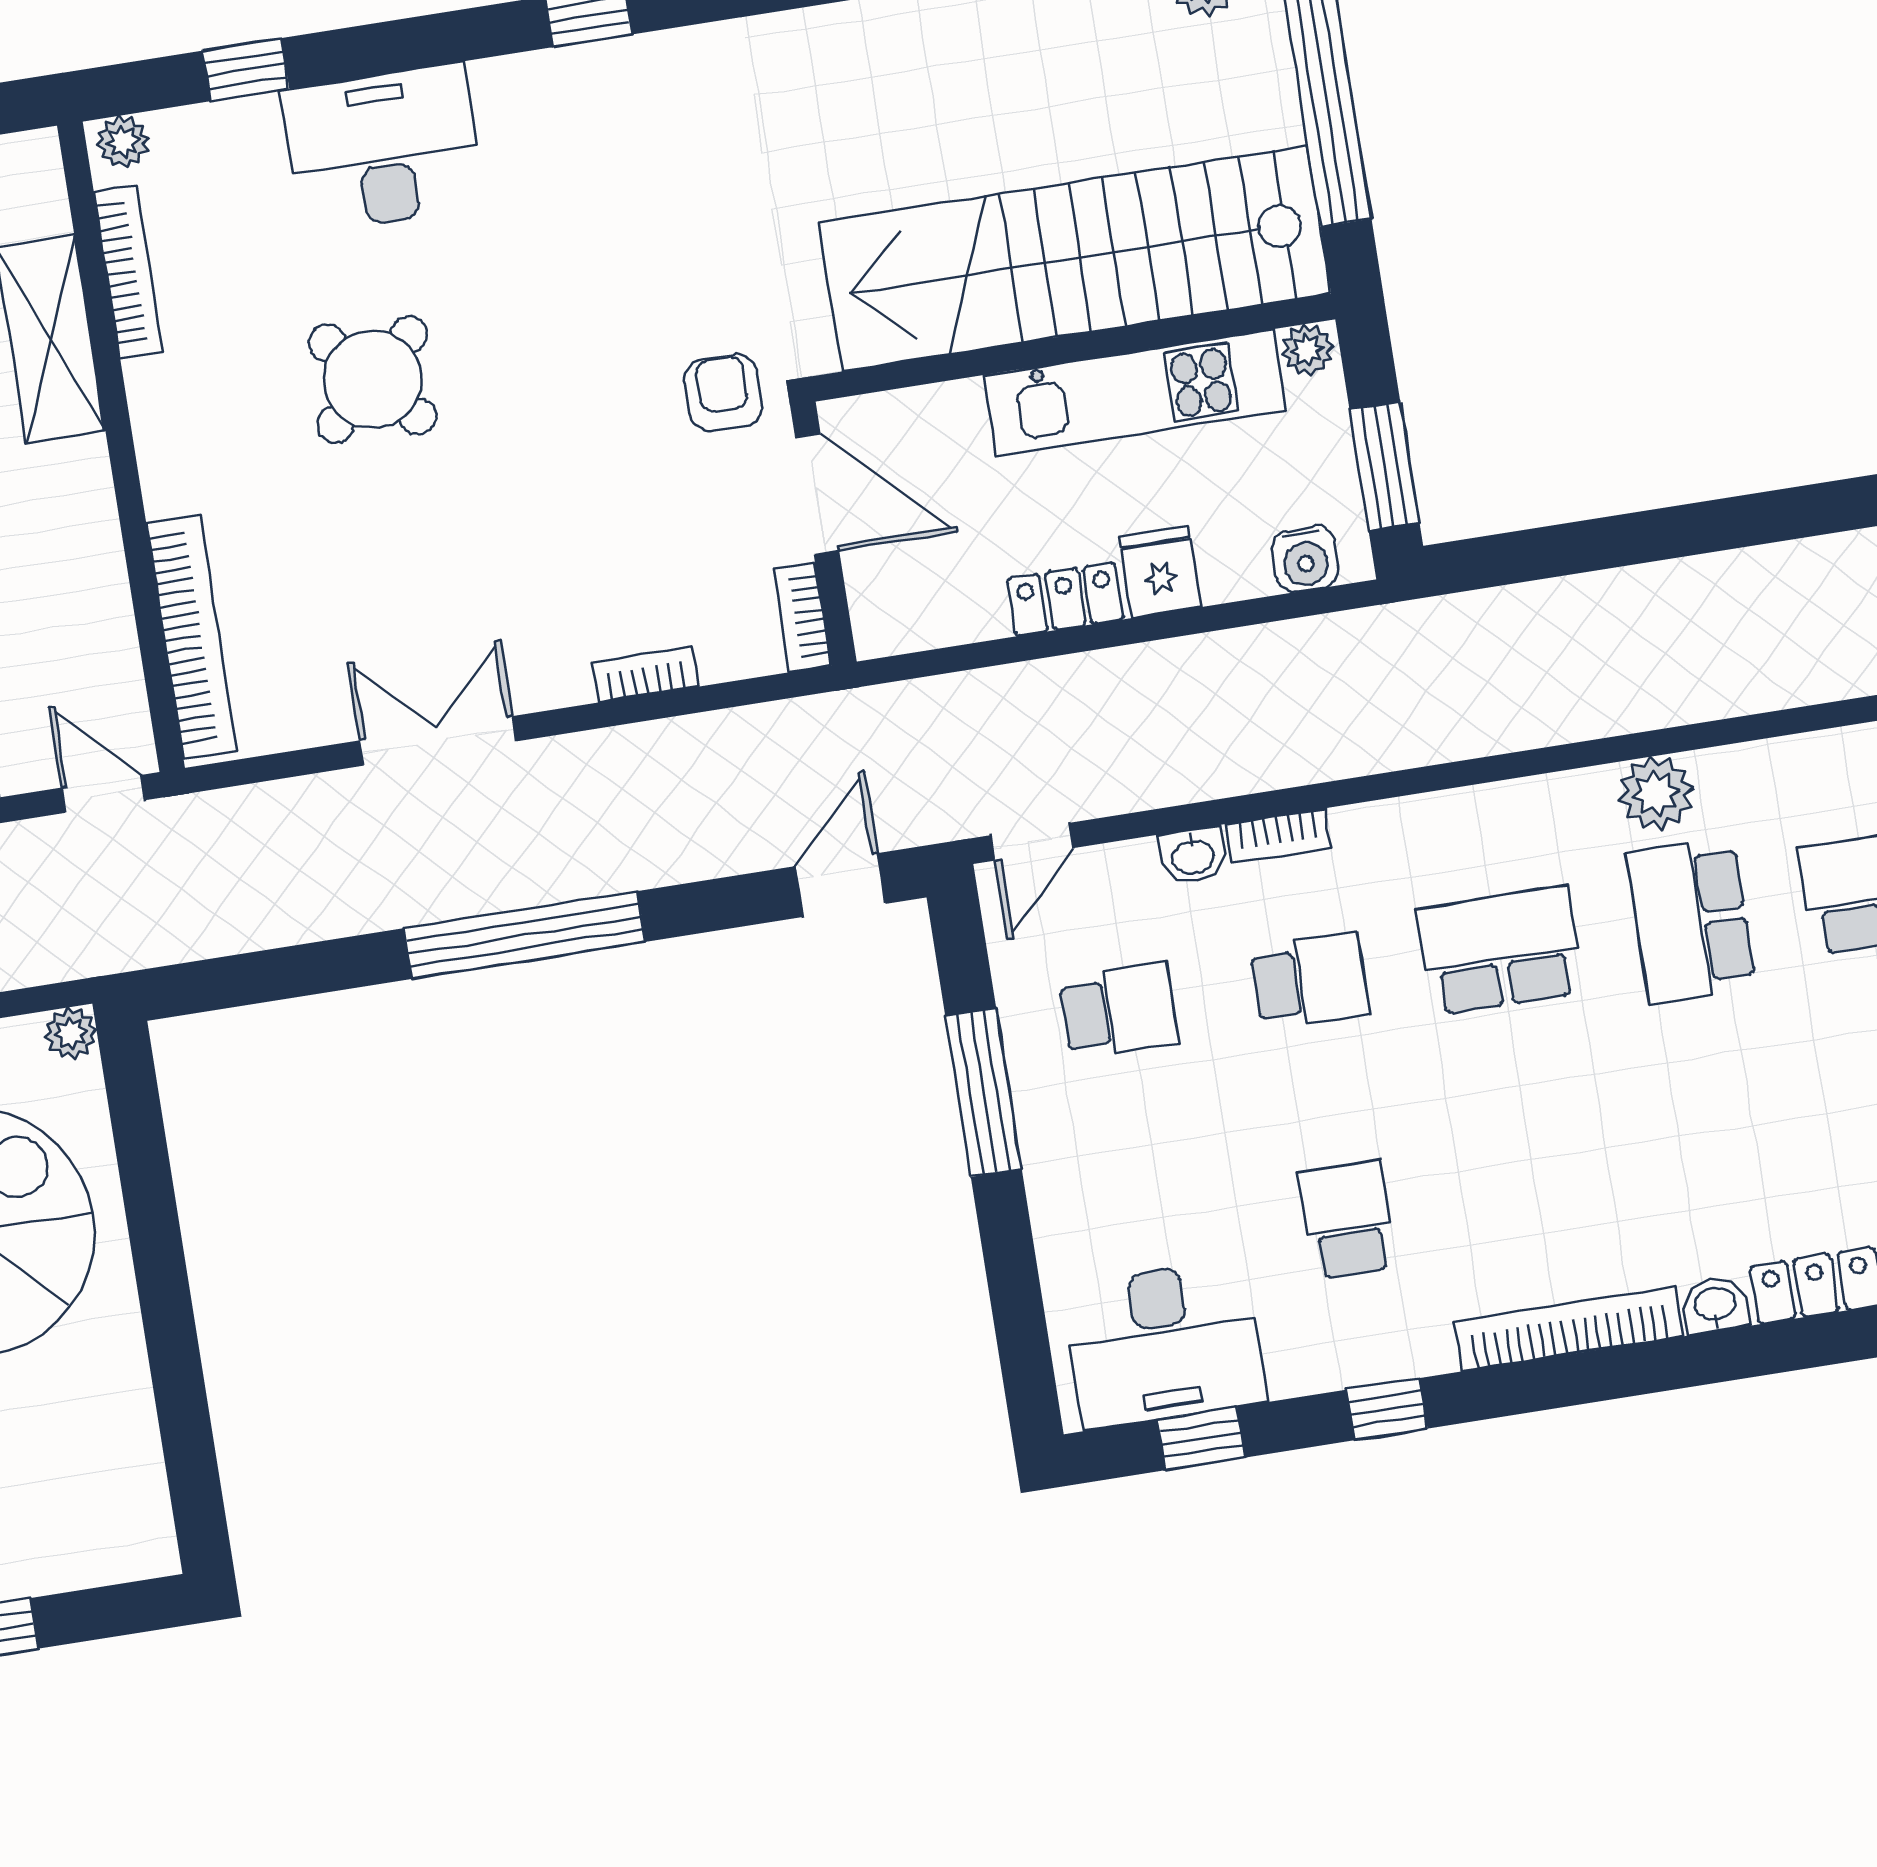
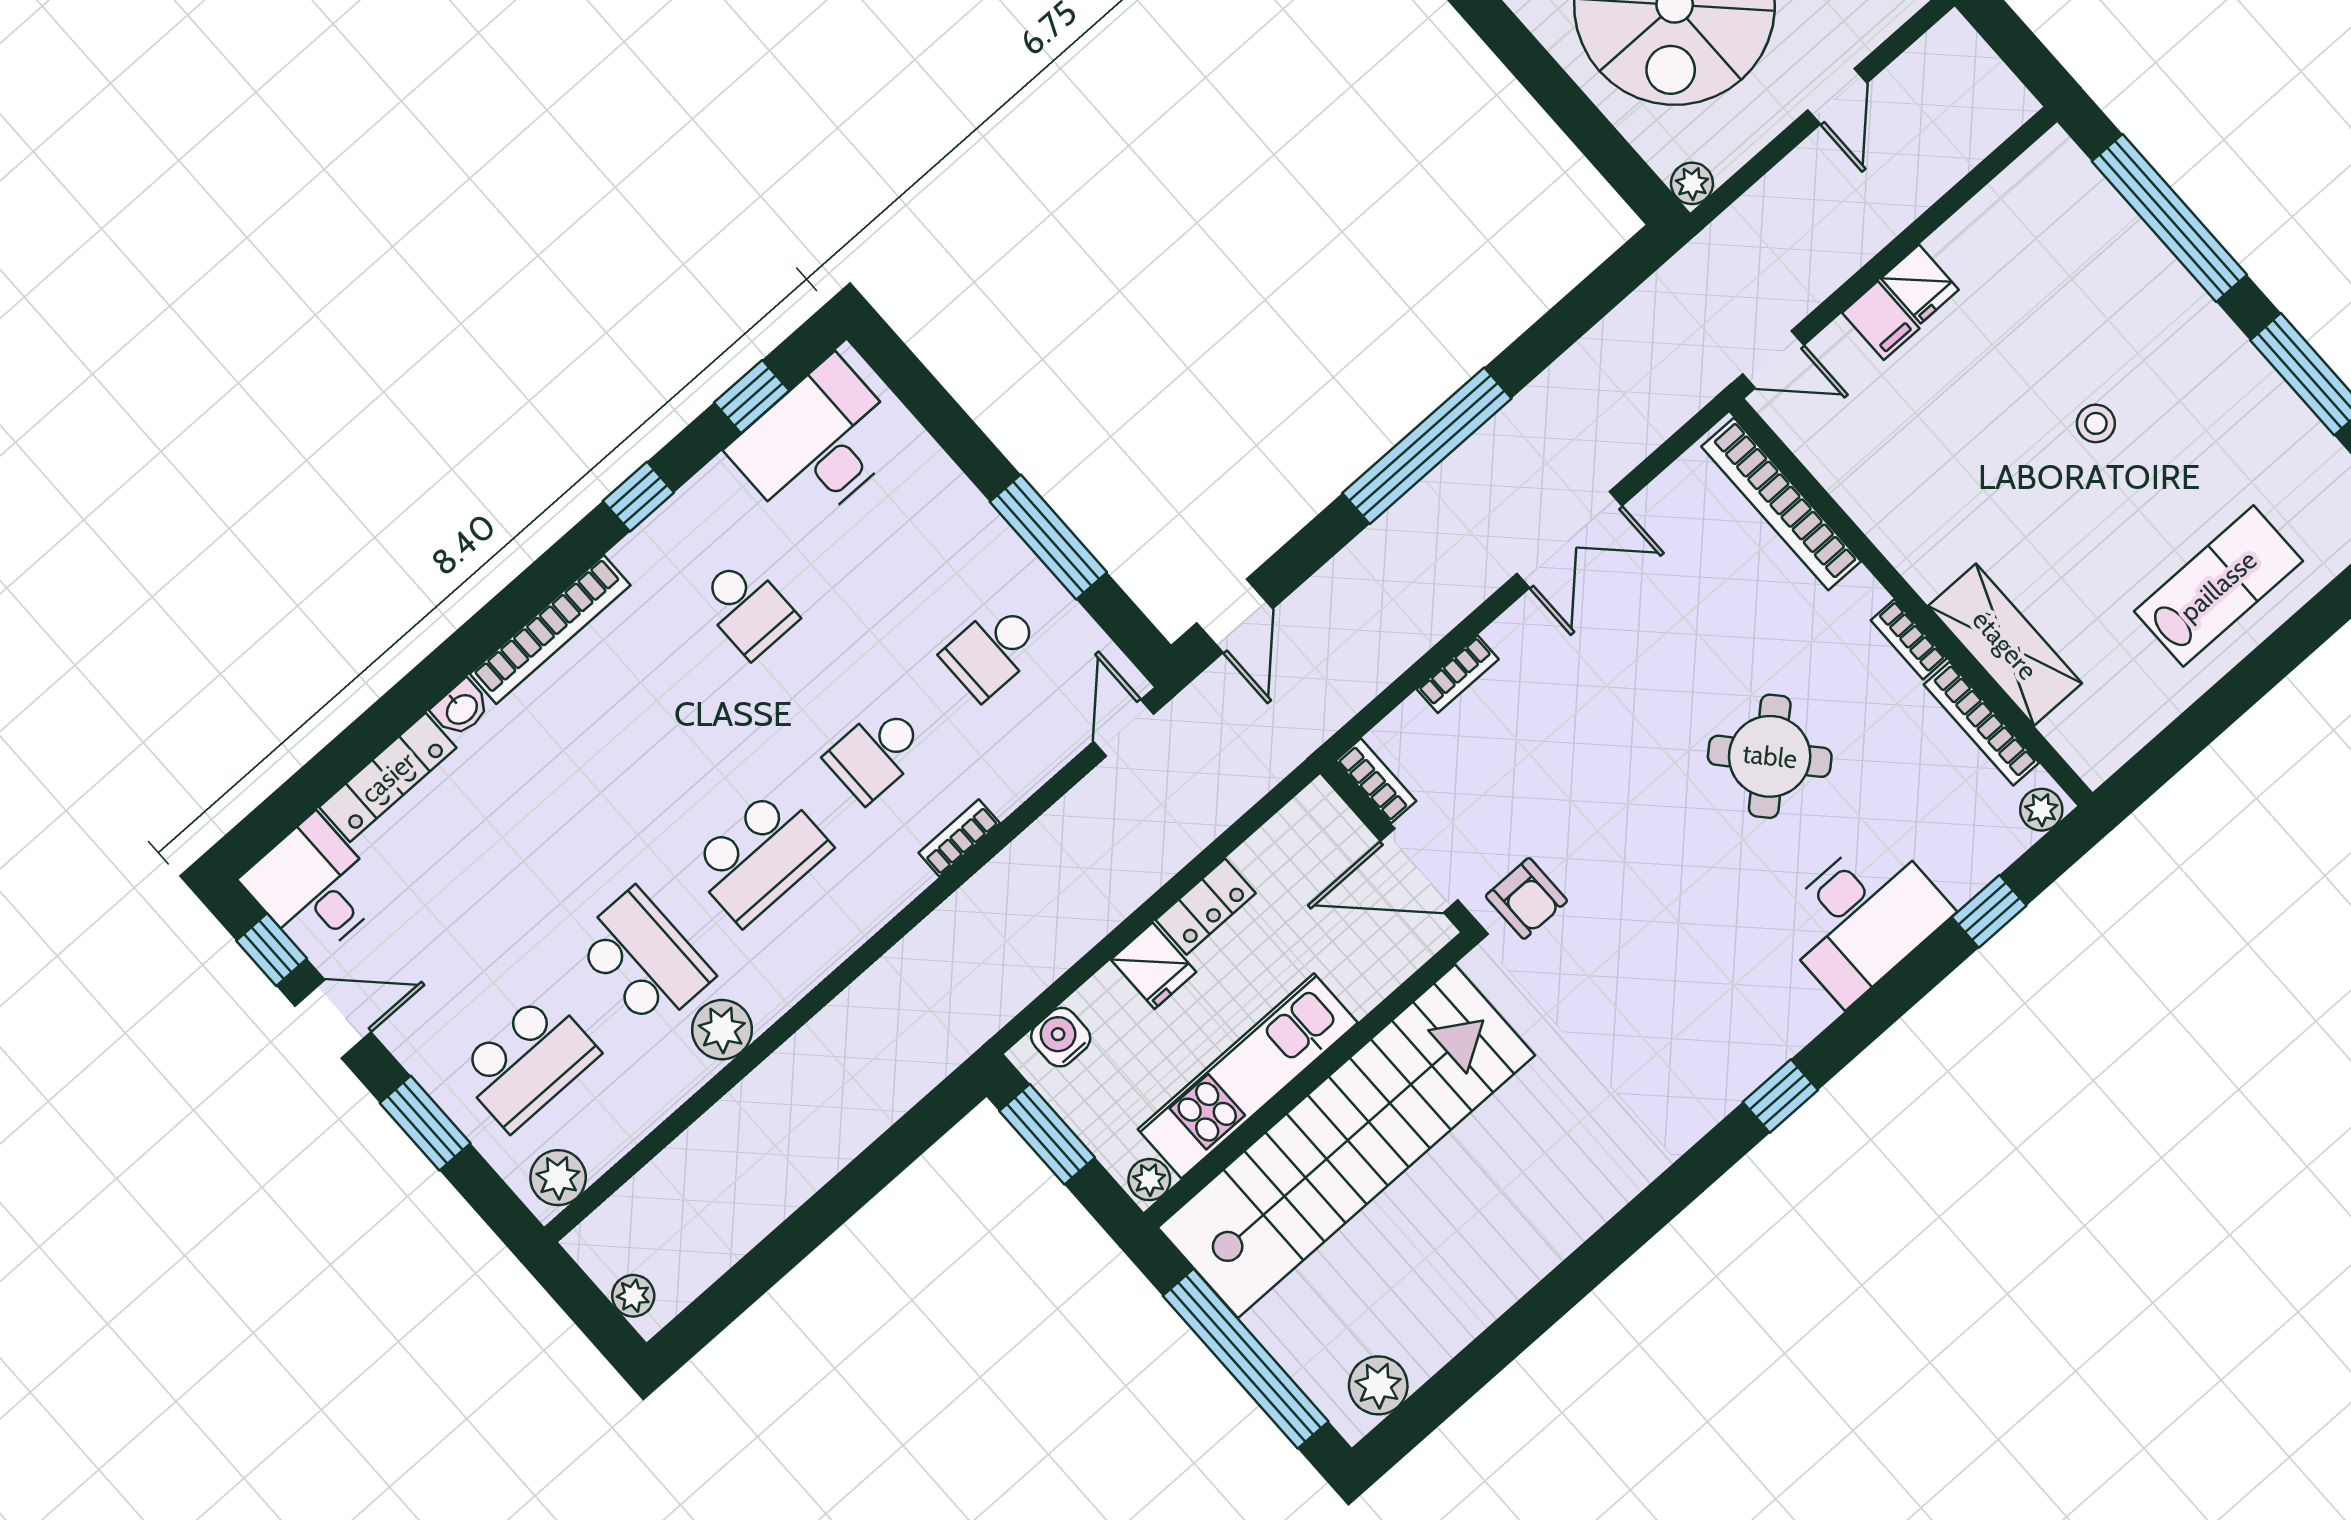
bookcase: (148, 409) -> (1909, 639), added
washbasin: (1193, 856) -> (1009, 788), removed

